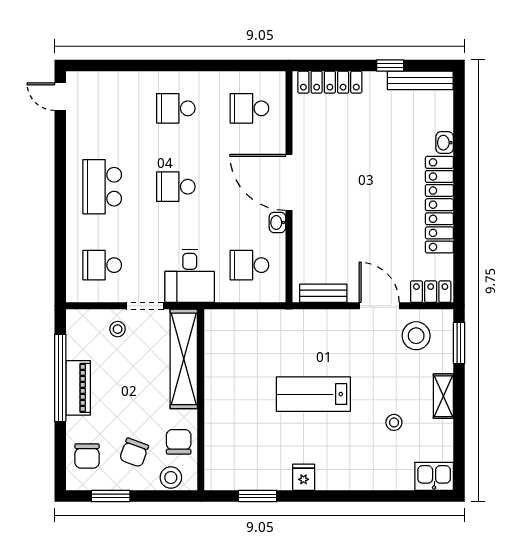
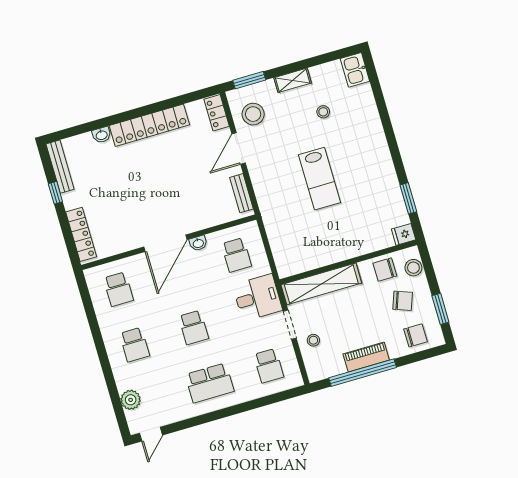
plant: (110, 84) -> (131, 400), added
fridge: (304, 477) -> (404, 234), moved

